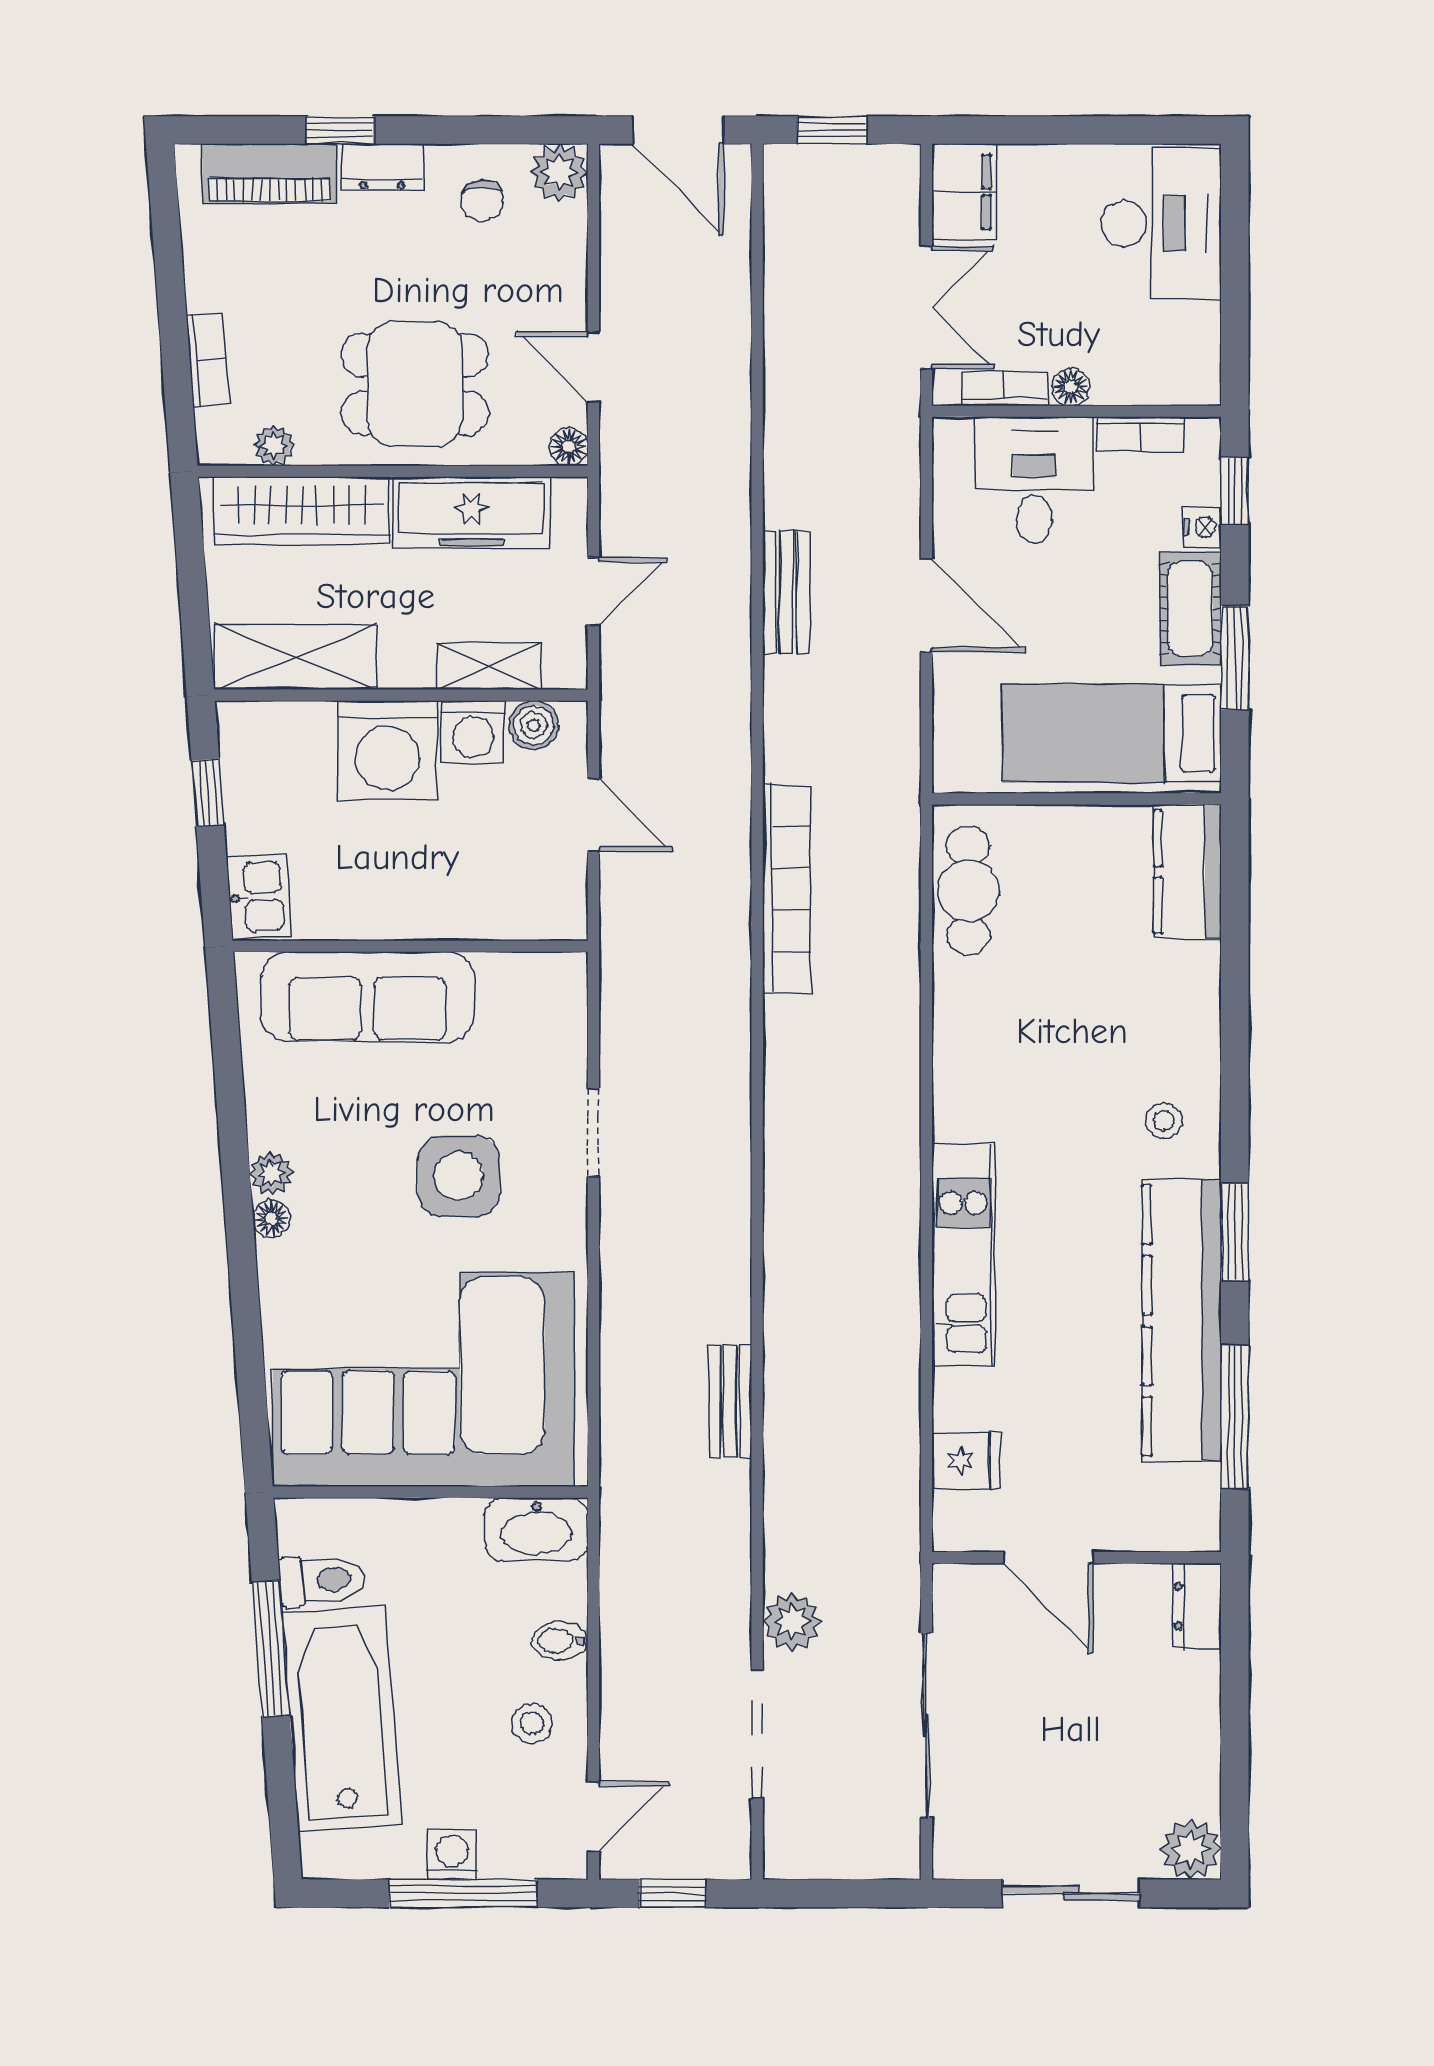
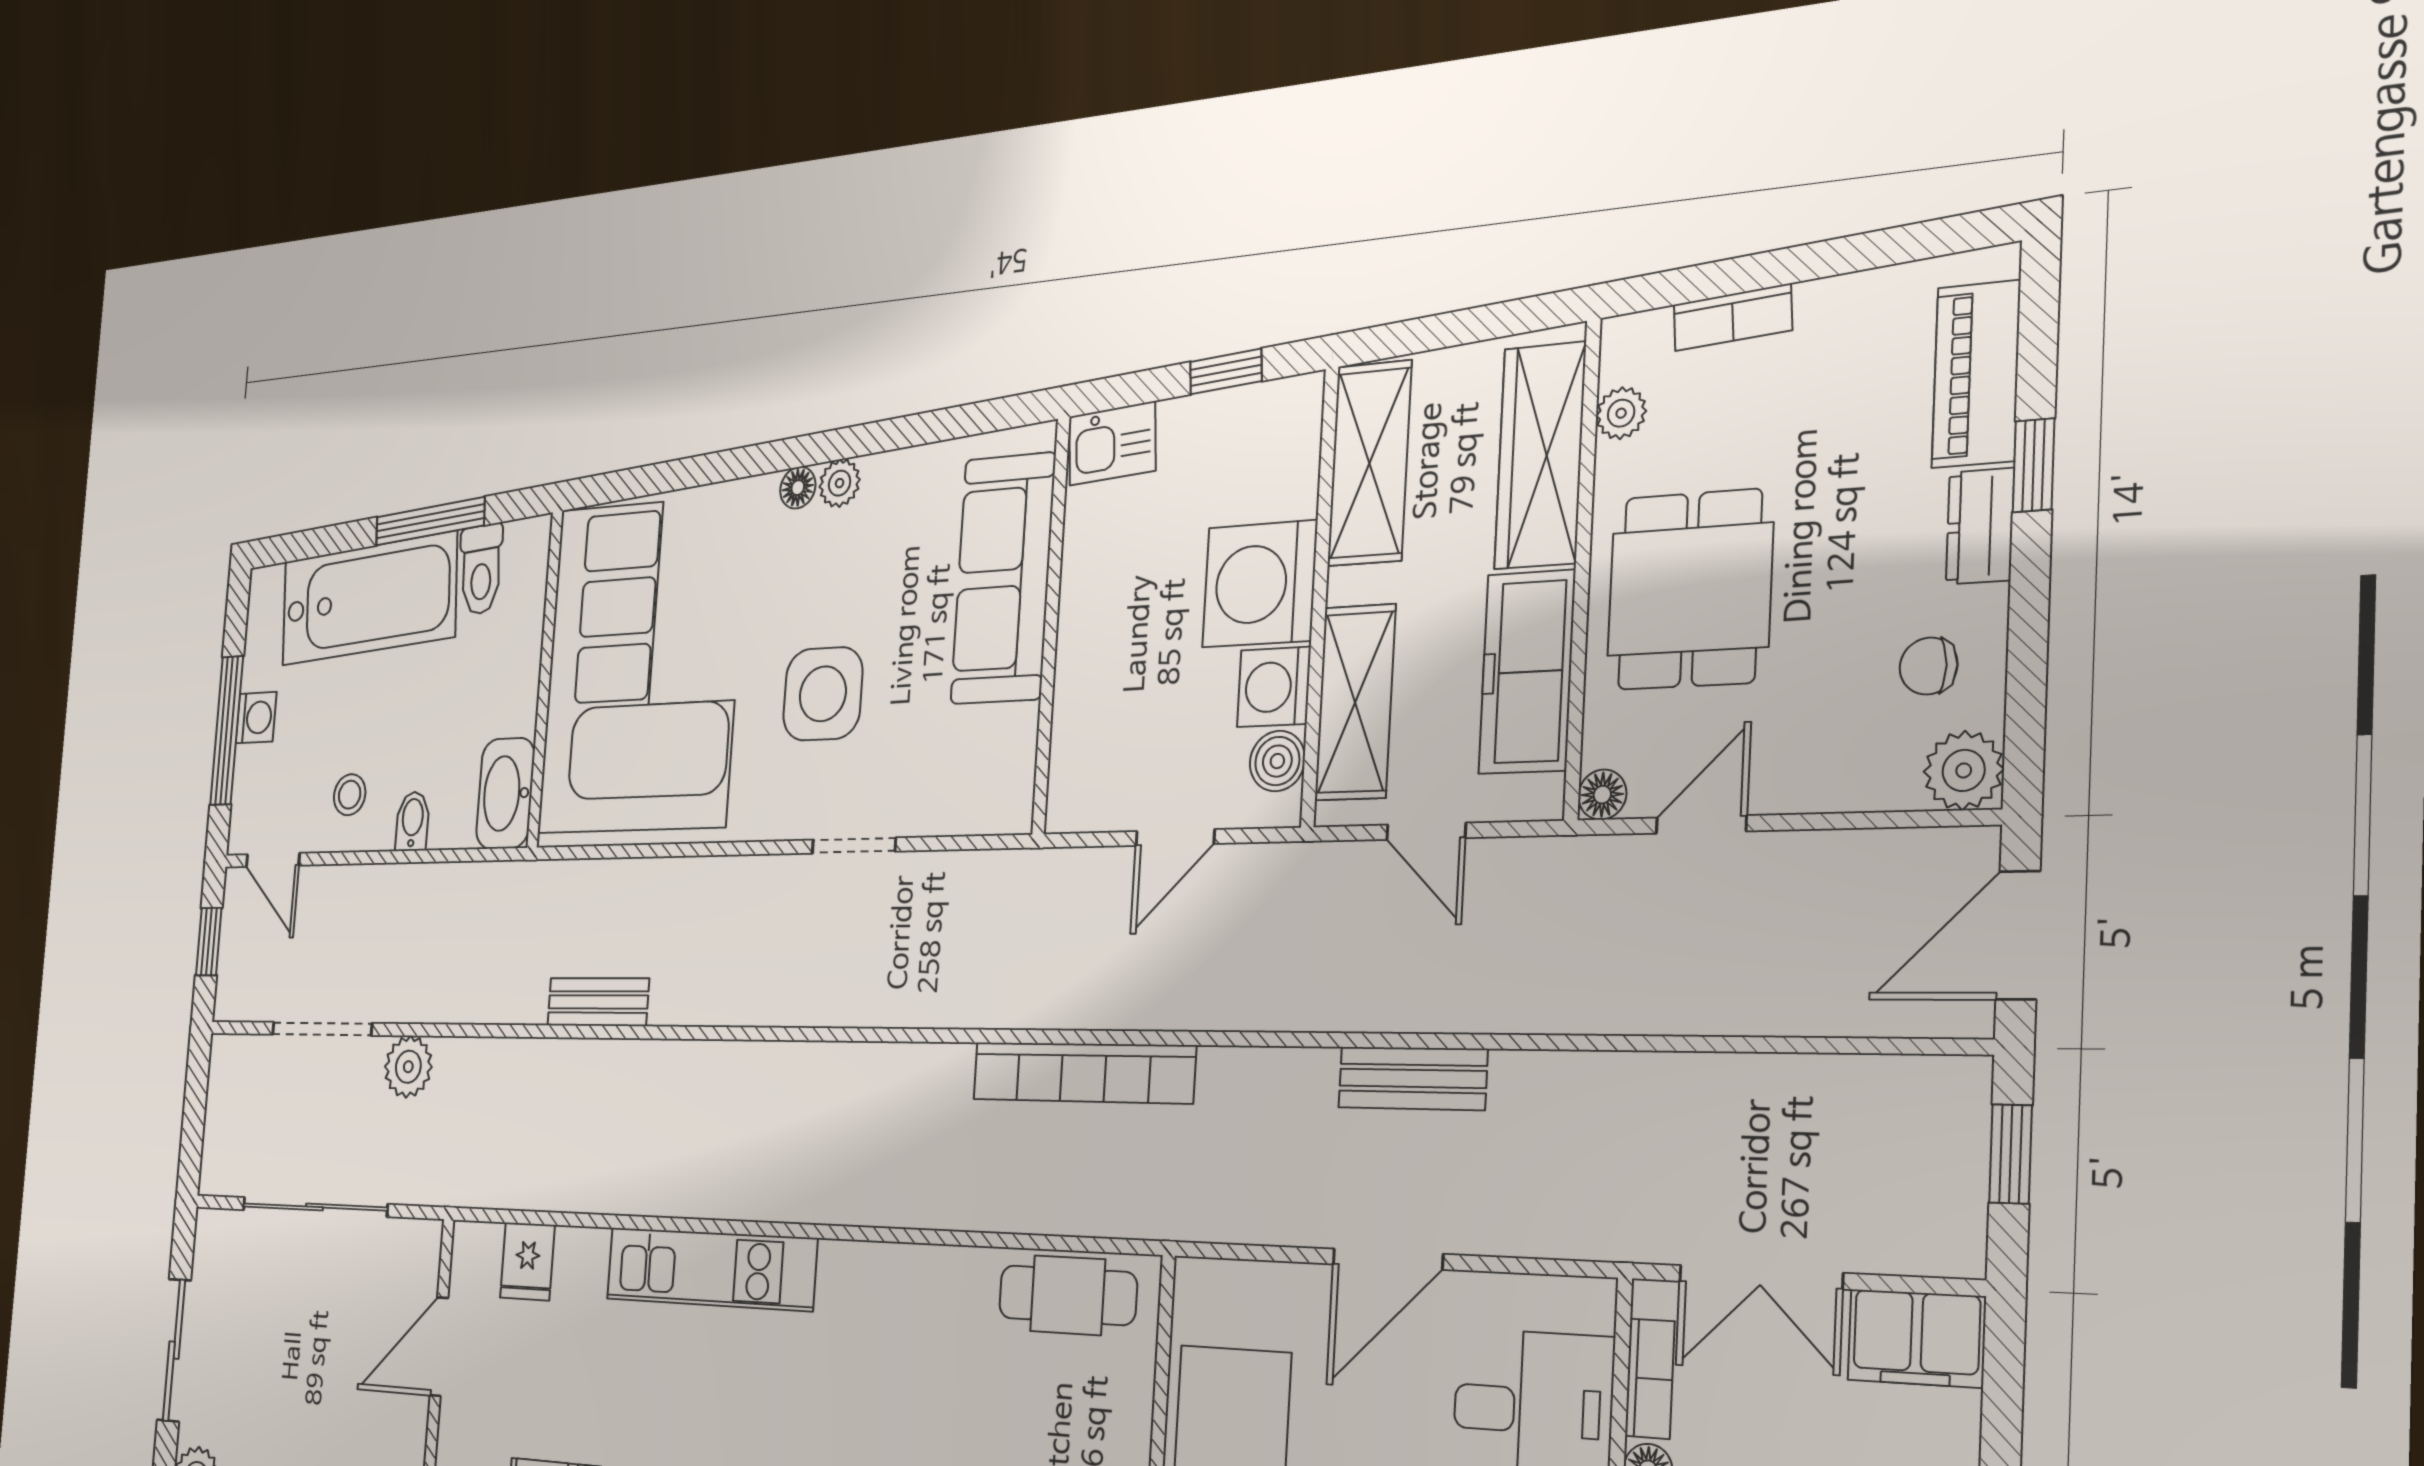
shelving: (489, 666) -> (1355, 702), width x1.50, depth x1.33

